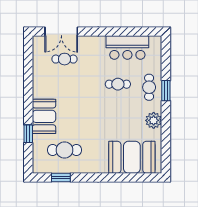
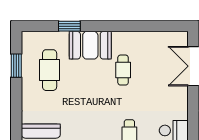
cafe table: (65, 59) -> (123, 70), moved

